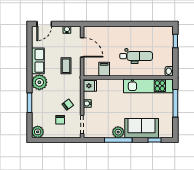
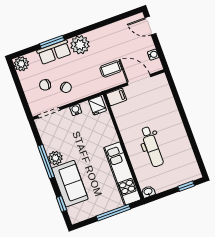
door: (82, 47) -> (139, 80), swing flipped
row of seats: (38, 61) -> (54, 52), moved
filing cabinet: (104, 69) -> (116, 97), moved

